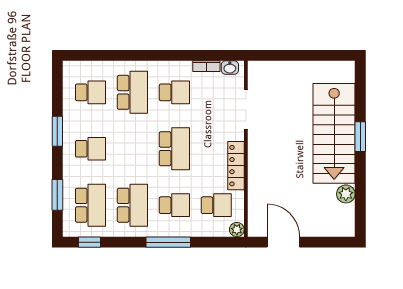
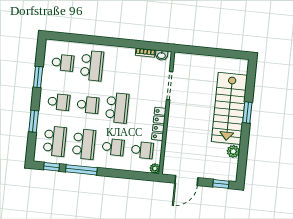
school desk: (174, 92) -> (88, 105), moved
window: (57, 131) -> (38, 77), moved
window: (57, 195) -> (34, 121), moved
window: (168, 242) -> (81, 170), moved
door: (283, 242) -> (186, 180), swing flipped
window: (333, 242) -> (221, 184), added

